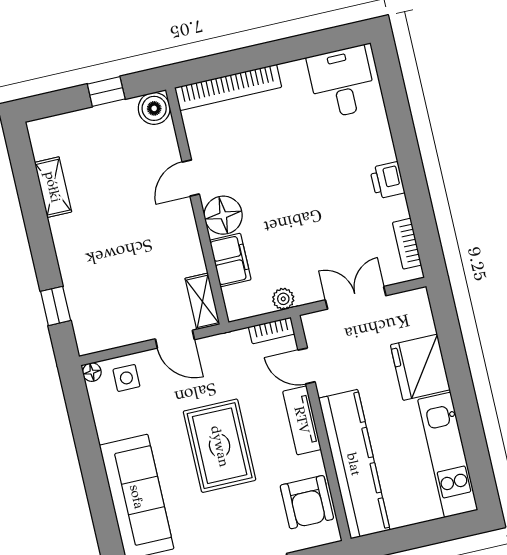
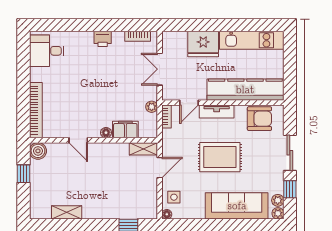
floor lamp: (223, 215) -> (106, 133), width x0.53, depth x0.53

